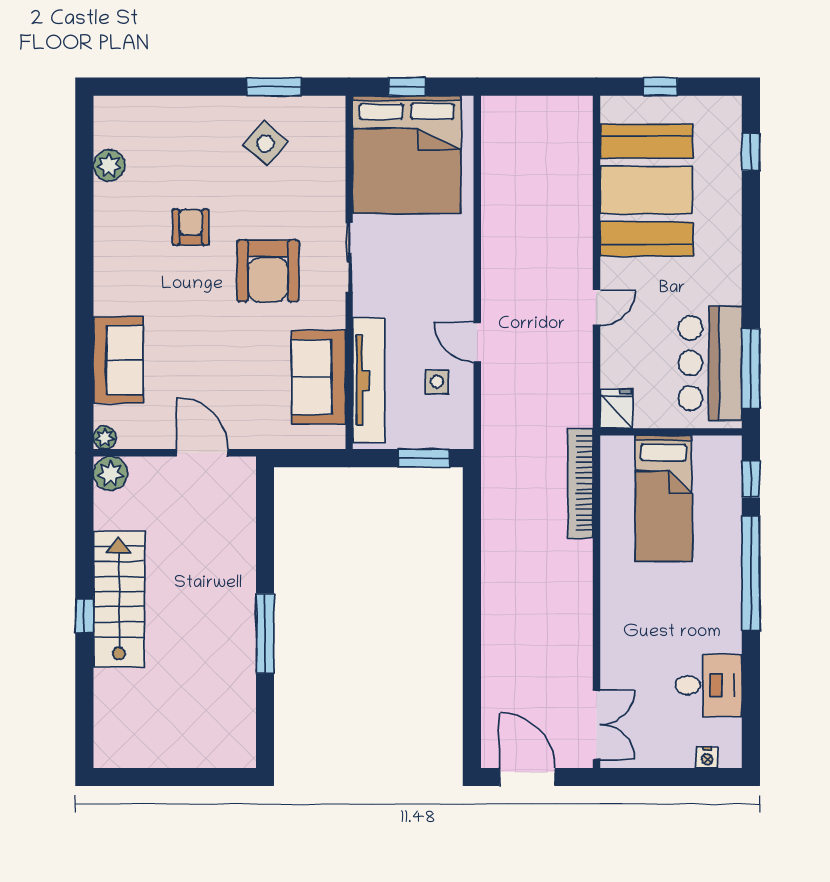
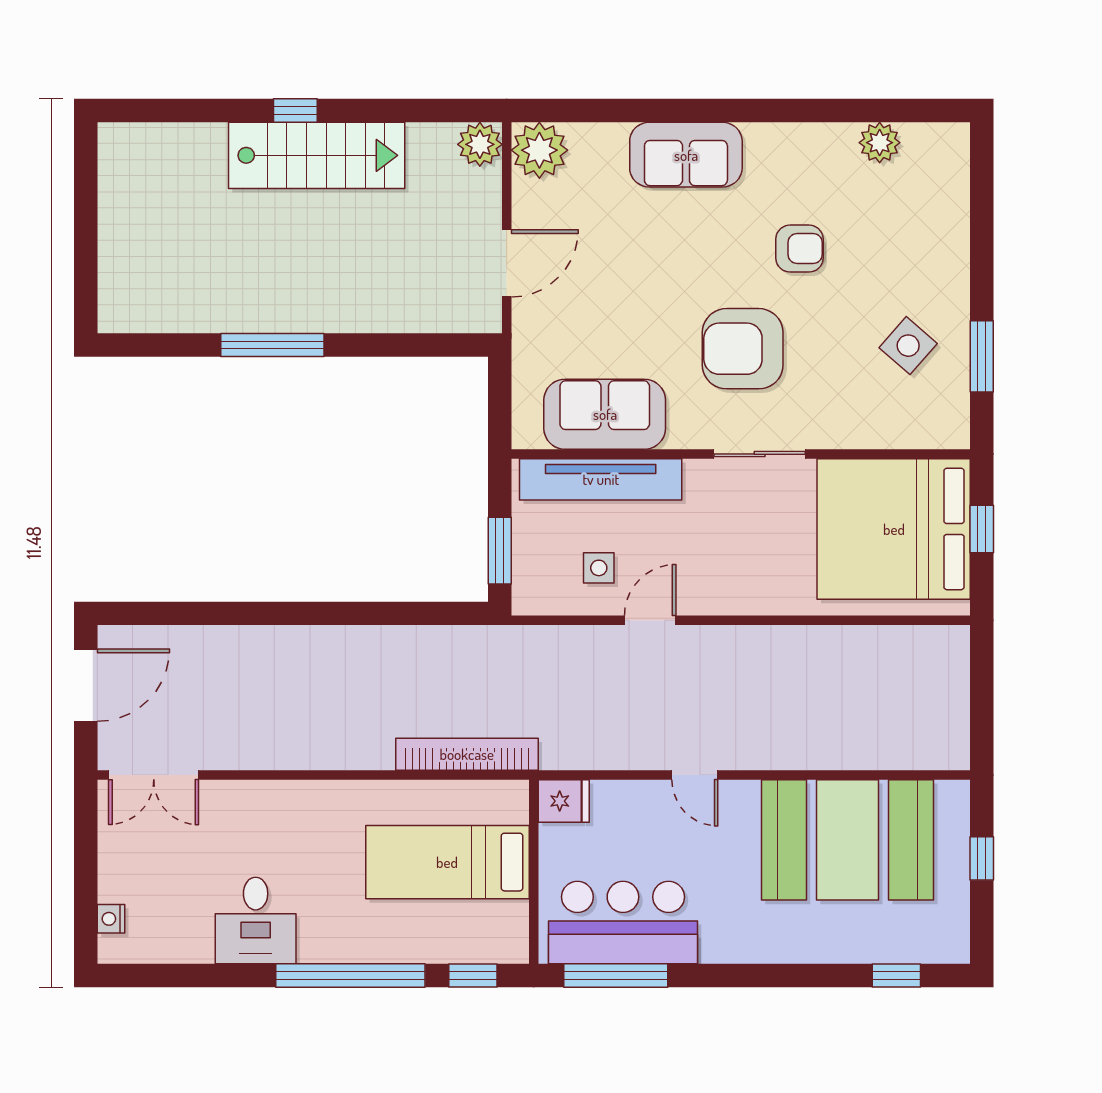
sofa: (118, 360) -> (686, 155), moved
plant: (105, 438) -> (539, 150), width x1.88, depth x1.88
desk: (709, 685) -> (256, 920), moved

